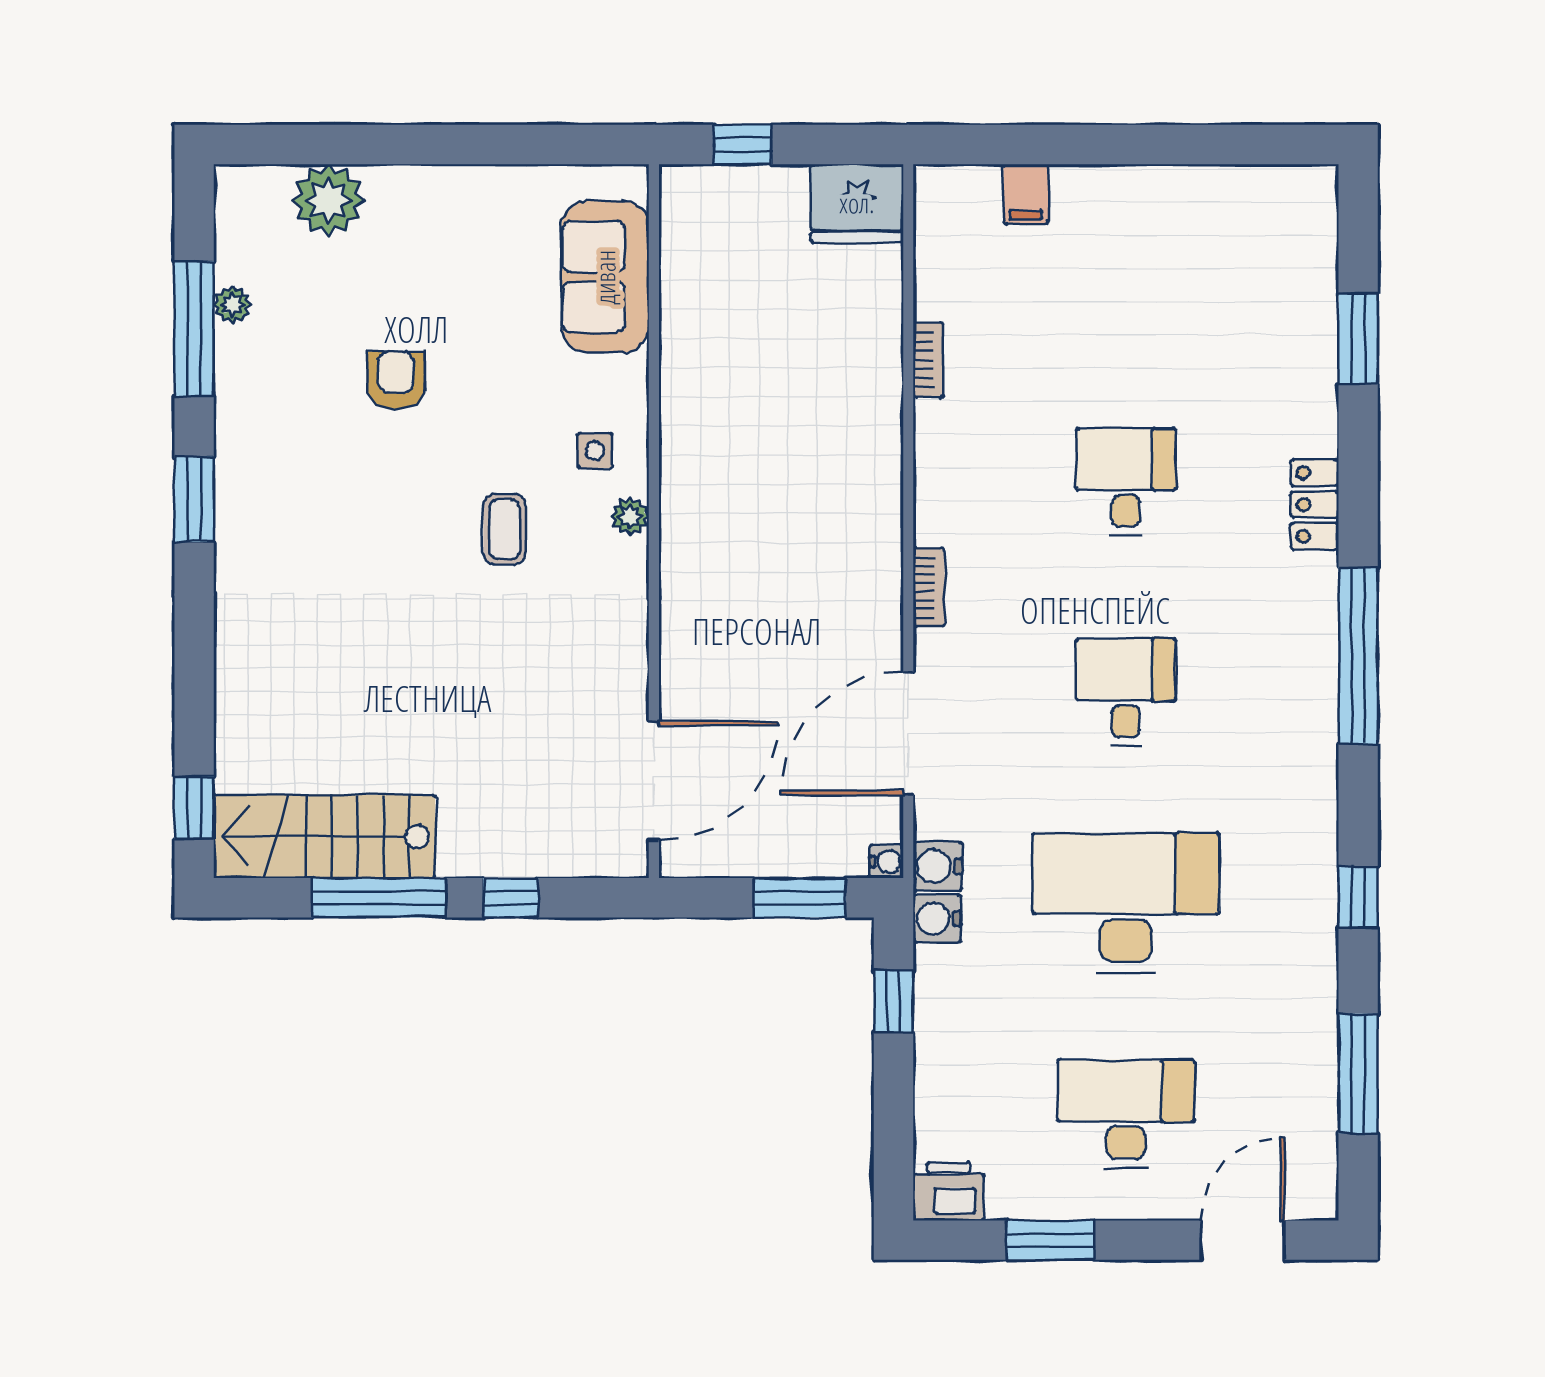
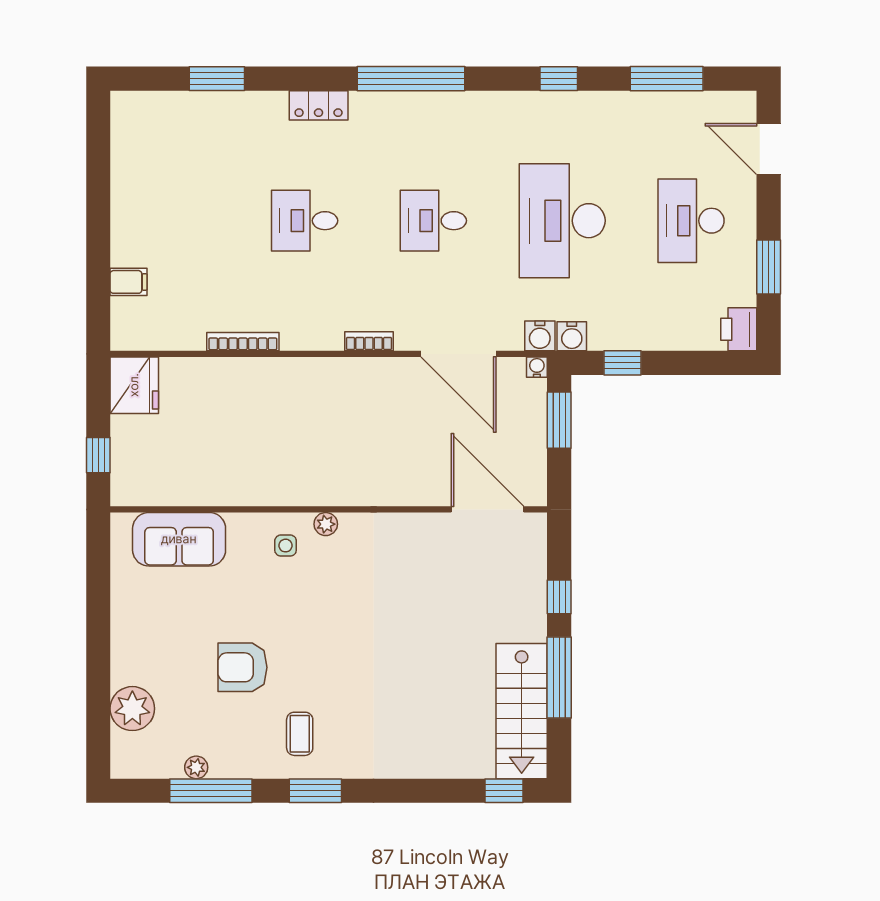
bookcase: (928, 360) -> (243, 342), width x1.56
armchair: (396, 380) -> (242, 667), width x1.38, depth x1.38
coffee table: (505, 529) -> (300, 734), moved, turned 90

